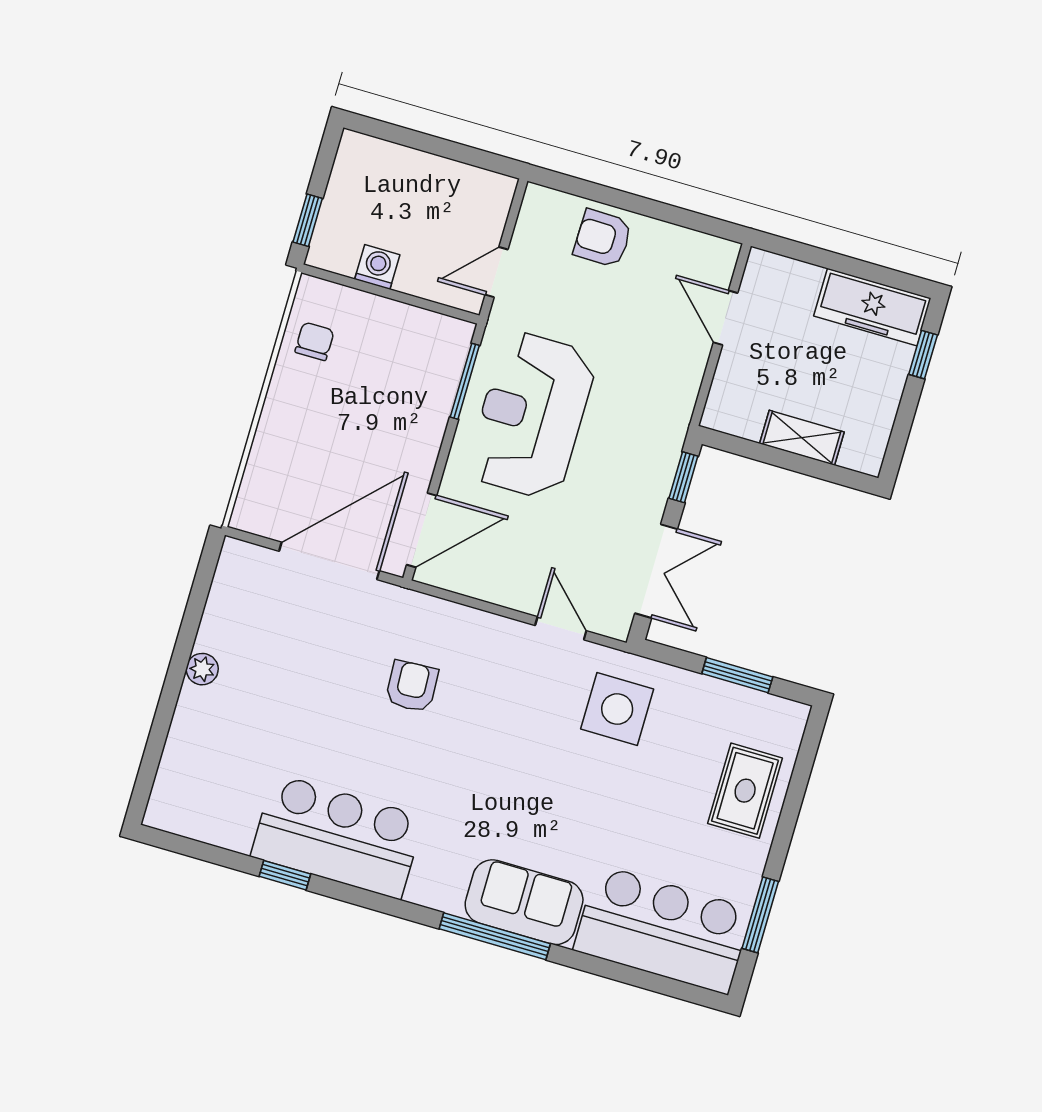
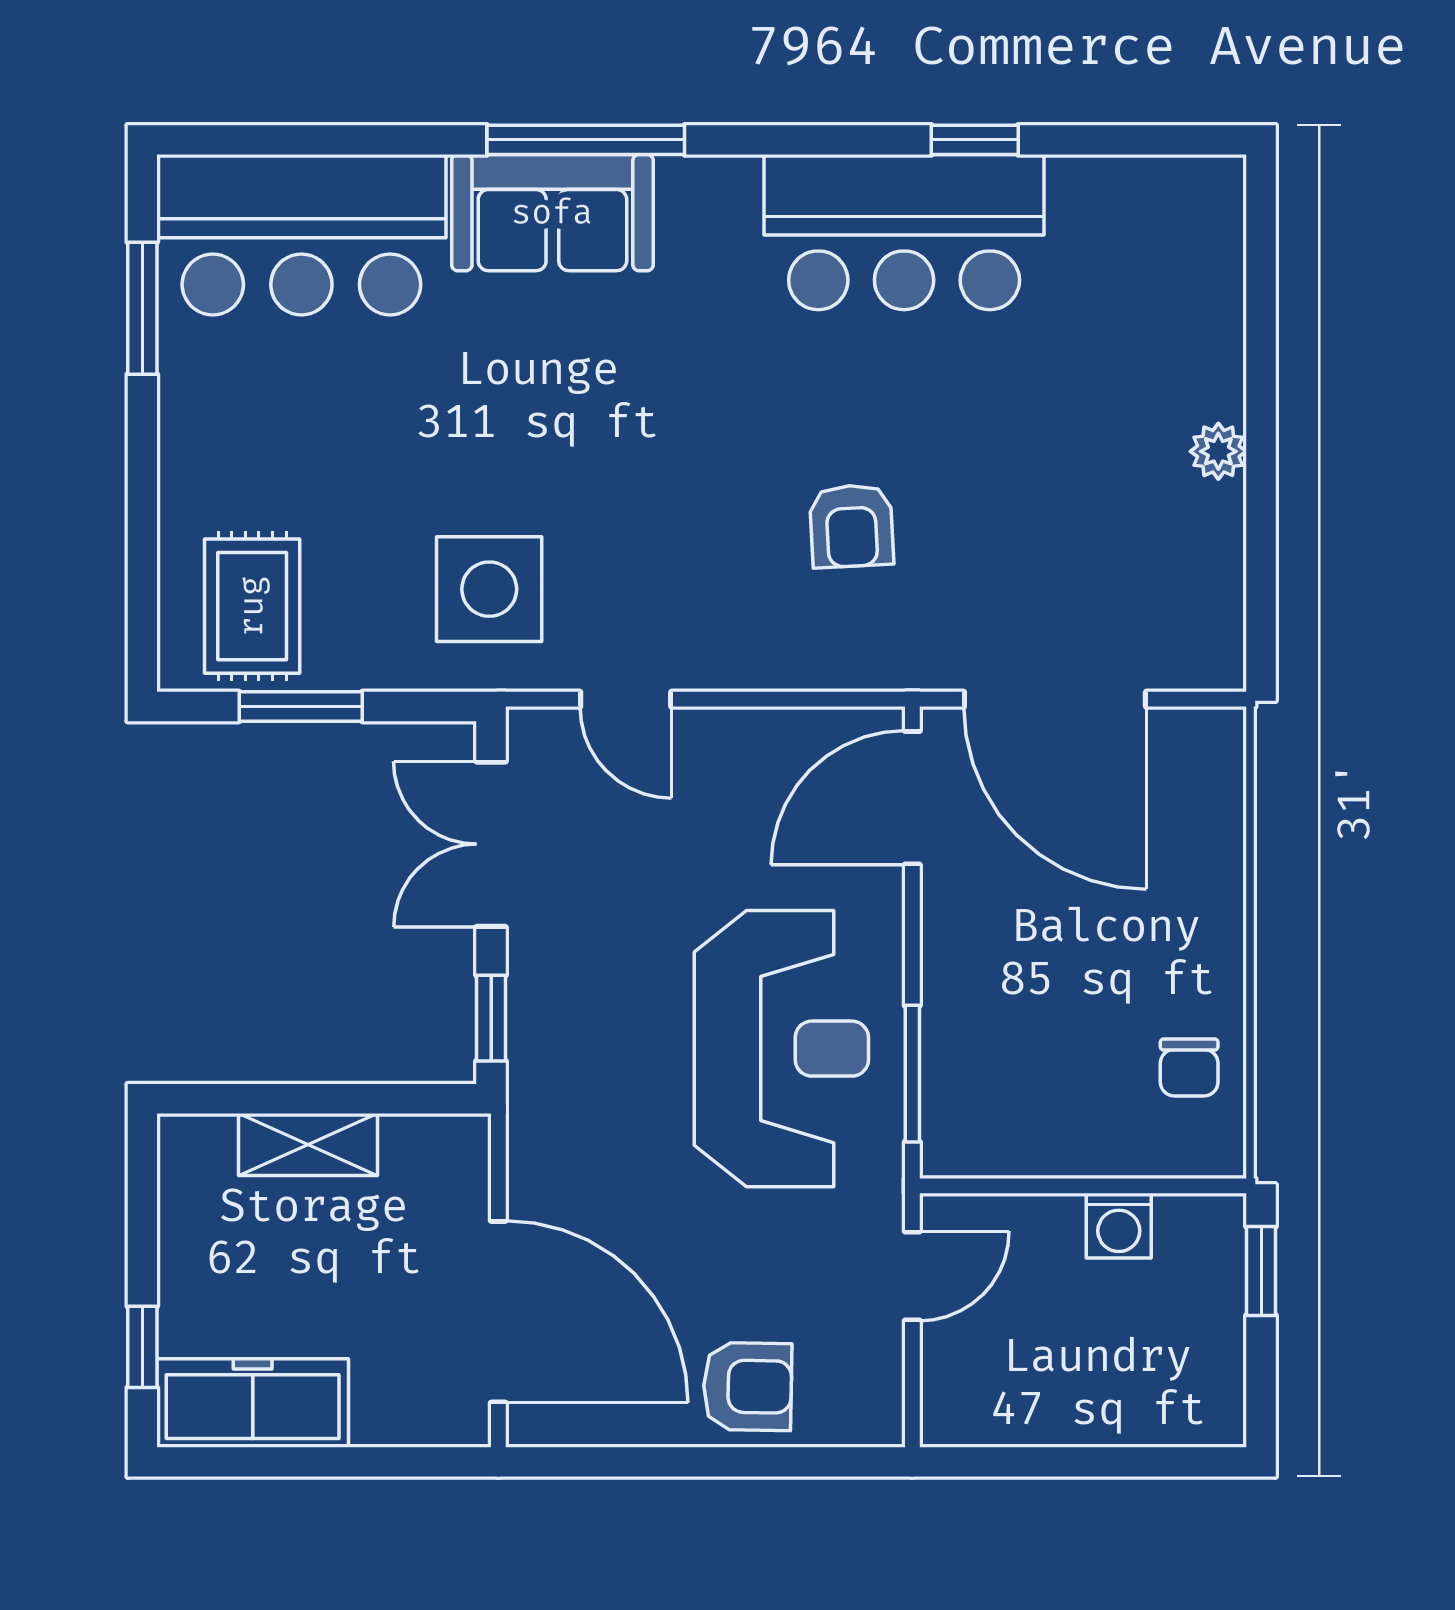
door: (726, 318) -> (498, 1312), width x1.87
door: (329, 561) -> (1055, 699), hinge flipped
rug: (745, 791) -> (252, 606), moved

